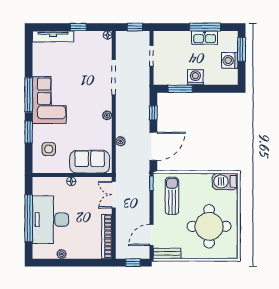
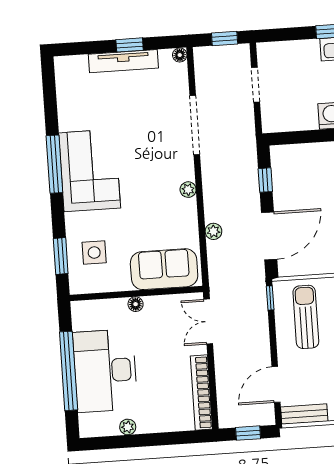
tv unit: (53, 36) -> (123, 61), moved
window: (180, 89) -> (307, 137), removed
window: (29, 132) -> (61, 256), moved

